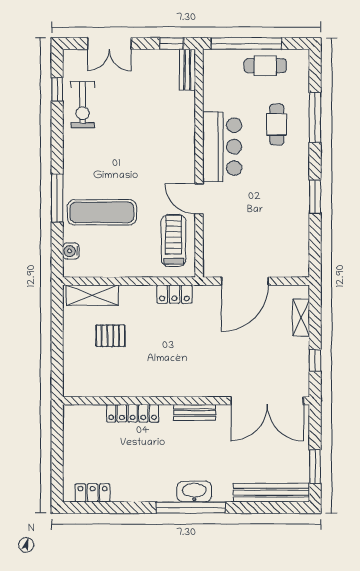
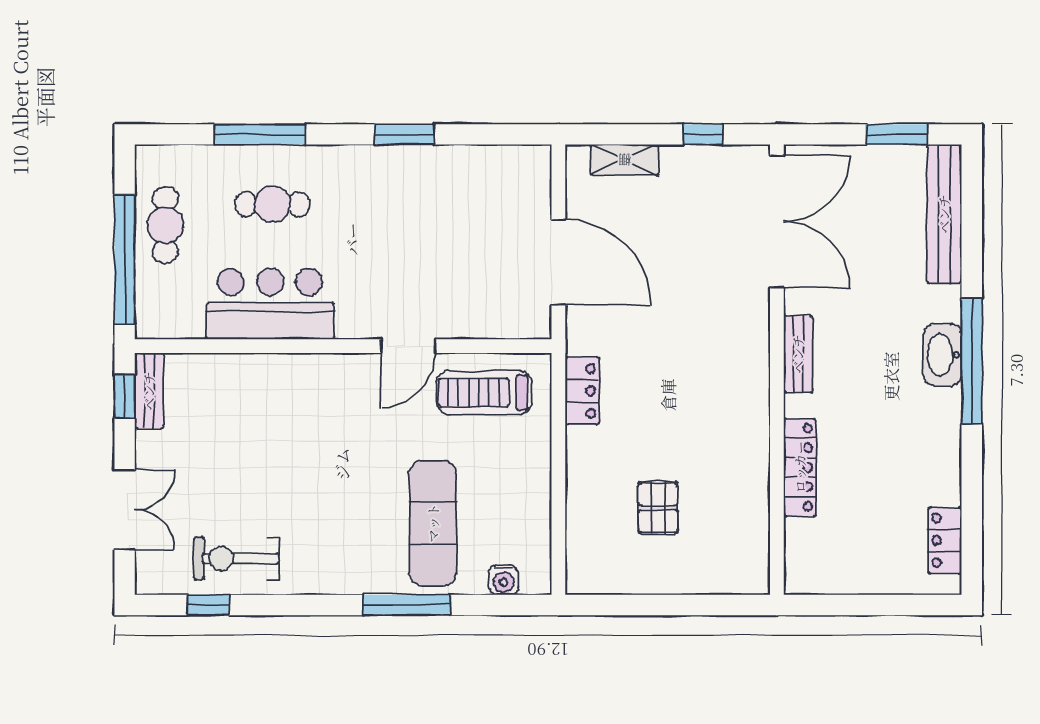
bench: (187, 70) -> (149, 391), moved, turned 90
exercise bike: (83, 105) -> (236, 558), turned 180
bar counter: (222, 147) -> (270, 304), moved
shelving: (92, 295) -> (584, 541), removed

